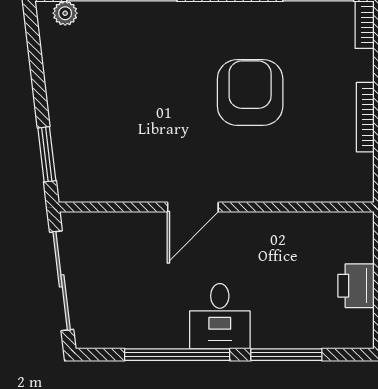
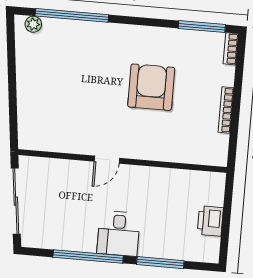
window: (47, 154) -> (13, 116), removed
door: (193, 207) -> (107, 160), width x0.73

